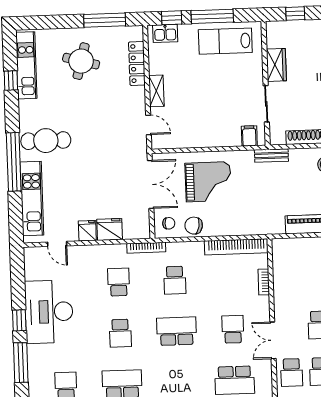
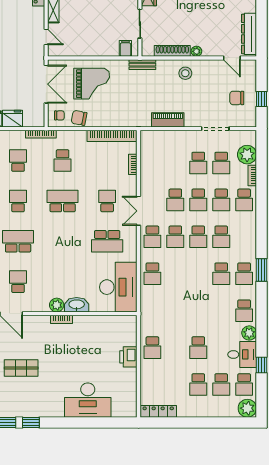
school desk: (120, 333) -> (18, 201), turned 180

